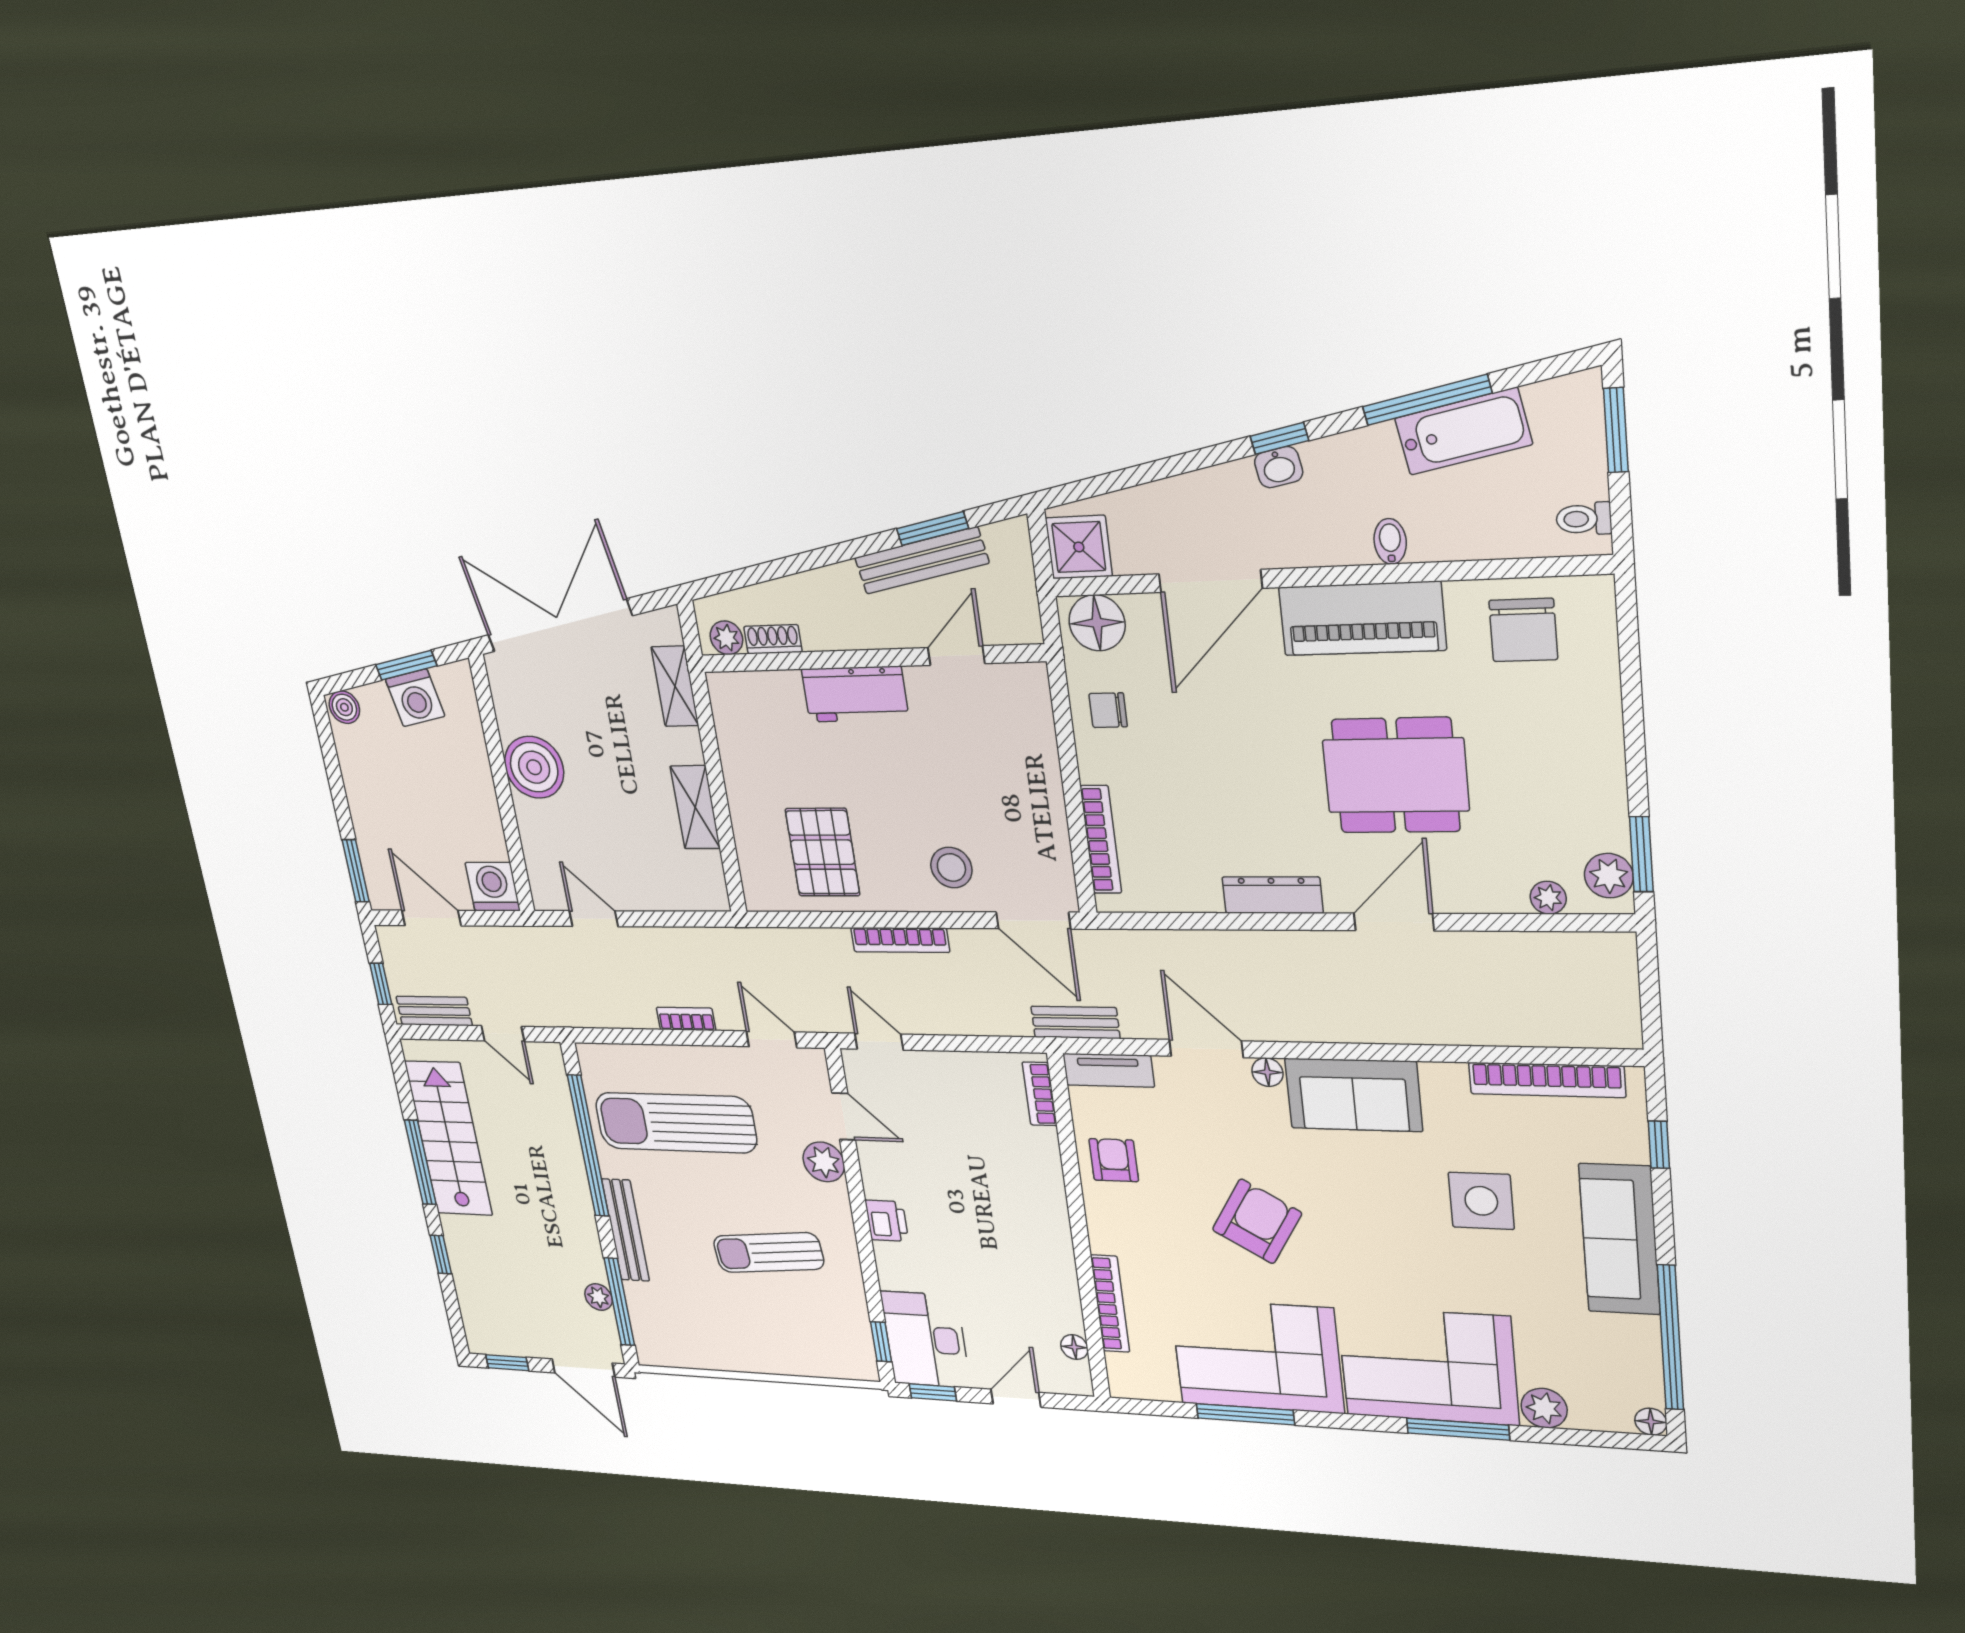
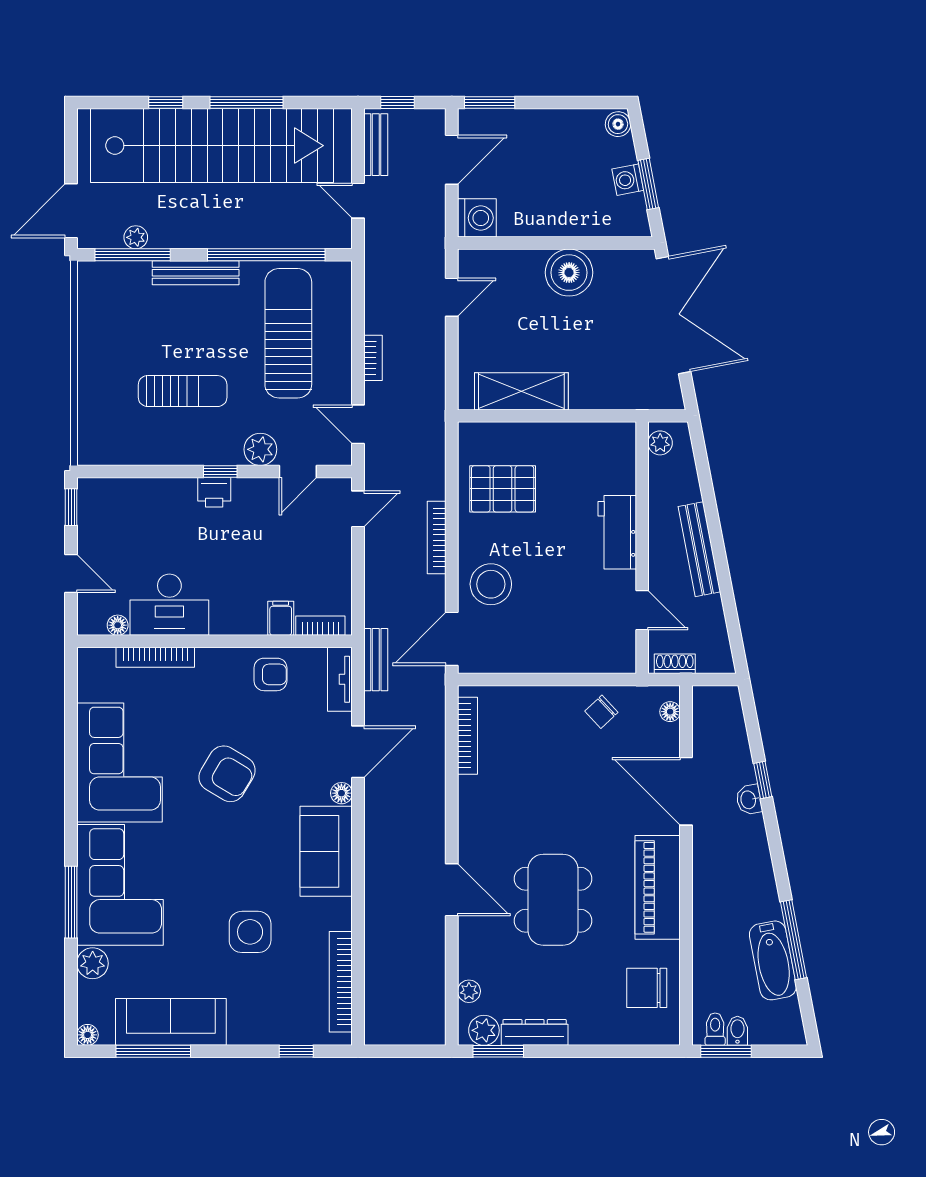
window: (1616, 430) -> (726, 1051), moved
window: (1279, 438) -> (763, 780), moved
washbasin: (1279, 467) -> (749, 800), moved
window: (932, 528) -> (729, 606), removed
bidet: (1390, 541) -> (737, 1031), moved, turned -90
shower: (1079, 547) -> (712, 706), removed
bench: (922, 560) -> (699, 549), moved
floor lamp: (1097, 623) -> (670, 712), width x0.53, depth x0.53
shoe rack: (773, 639) -> (675, 664), moved, turned -90
shelving: (675, 686) -> (627, 397), removed
washing machine: (415, 698) -> (628, 180), width x0.73, depth x0.73
chair: (1108, 710) -> (601, 712), turned -133
shelving: (695, 807) -> (521, 391), width x1.50, depth x1.33
bookcase: (1101, 840) -> (468, 736), moved, turned -90
stool: (951, 867) -> (491, 584), width x1.38, depth x1.38
dresser: (1273, 895) -> (535, 1032), moved, turned -90
door: (503, 1034) -> (358, 201), hinge flipped
door: (772, 1039) -> (358, 424), swing flipped
stairs: (449, 1139) -> (212, 146), width x1.86, depth x1.51
filing cabinet: (1037, 1144) -> (281, 618), added
sofa: (1620, 1239) -> (171, 1022), moved
sun lounger: (769, 1252) -> (183, 391), turned 95
window: (1670, 1338) -> (153, 1051), width x0.68
desk: (926, 1340) -> (169, 605), moved, turned 180
window: (881, 1342) -> (220, 472), moved
window: (507, 1363) -> (71, 142), removed
window: (1245, 1414) -> (71, 749), removed

